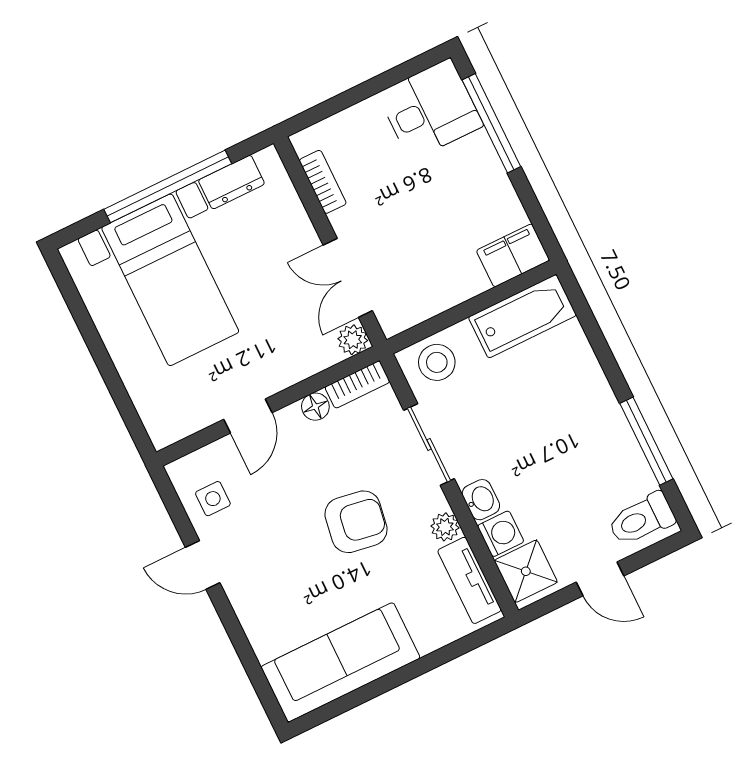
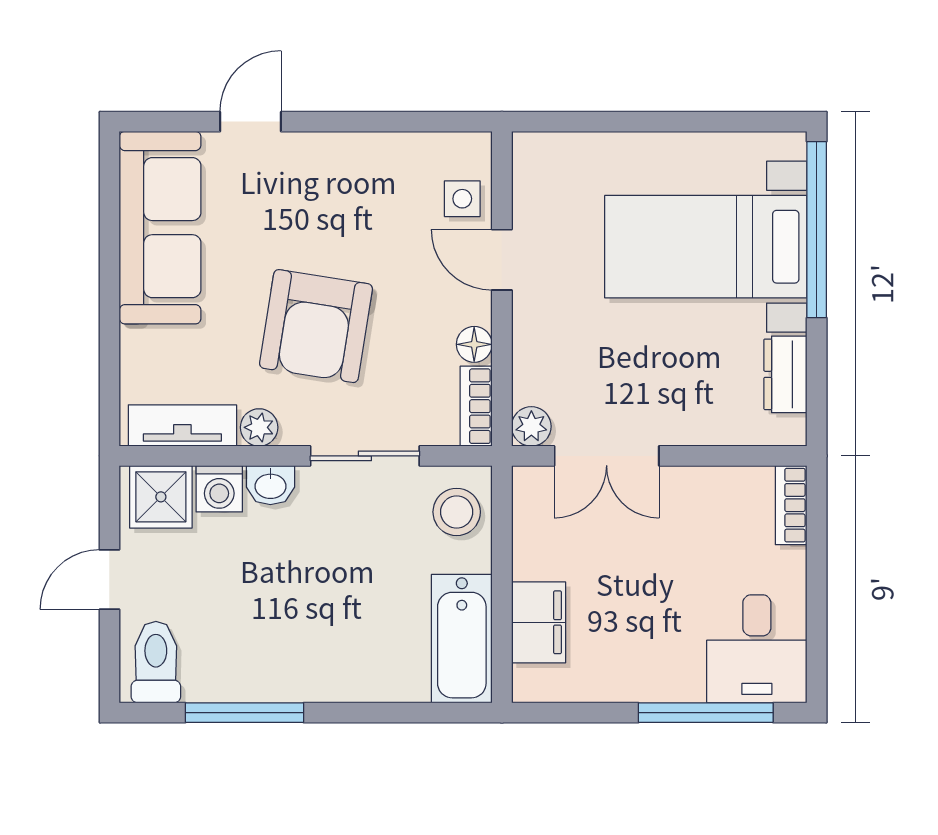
bookcase: (323, 182) -> (791, 505), moved, turned 90
window: (168, 186) -> (817, 230), moved
filing cabinet: (513, 255) -> (539, 622), moved
double door: (348, 278) -> (607, 456), swing flipped
side table: (213, 499) -> (462, 199), moved
armchair: (356, 522) -> (316, 326), width x1.36, depth x1.36
door: (203, 565) -> (250, 122), moved

